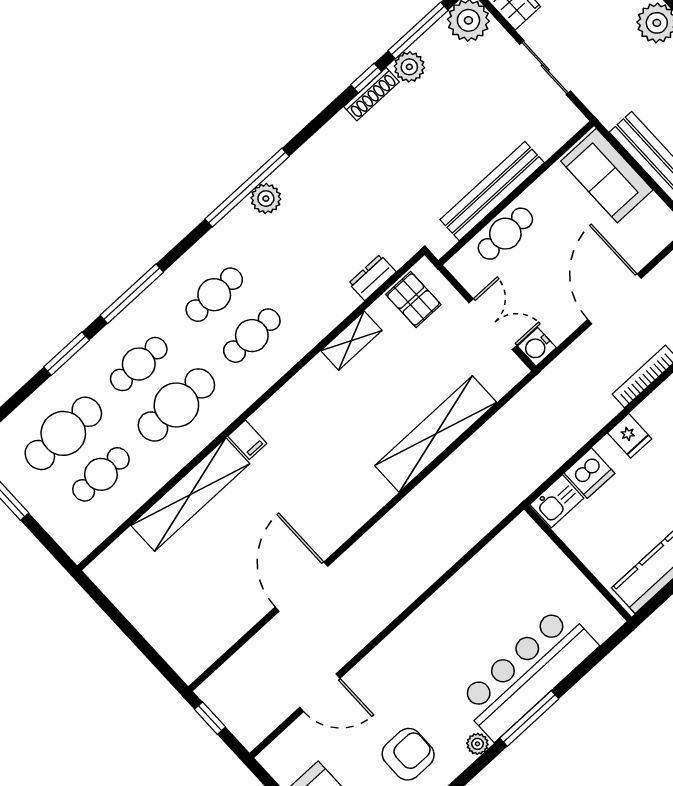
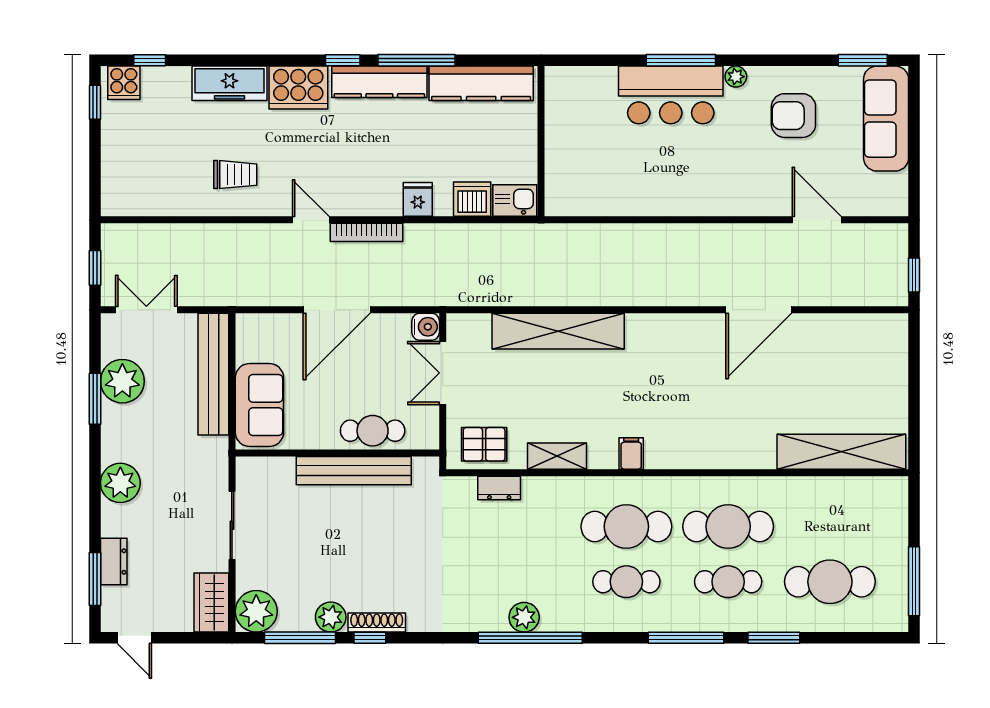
pallet: (413, 300) -> (484, 444), turned 90
cafe table: (252, 336) -> (626, 527), width x1.37, depth x1.35
filing cabinet: (247, 440) -> (631, 453), moved
cafe table: (101, 474) -> (830, 527), removed
shelving: (190, 494) -> (841, 452), moved
bar counter: (527, 673) -> (671, 95), width x0.73

